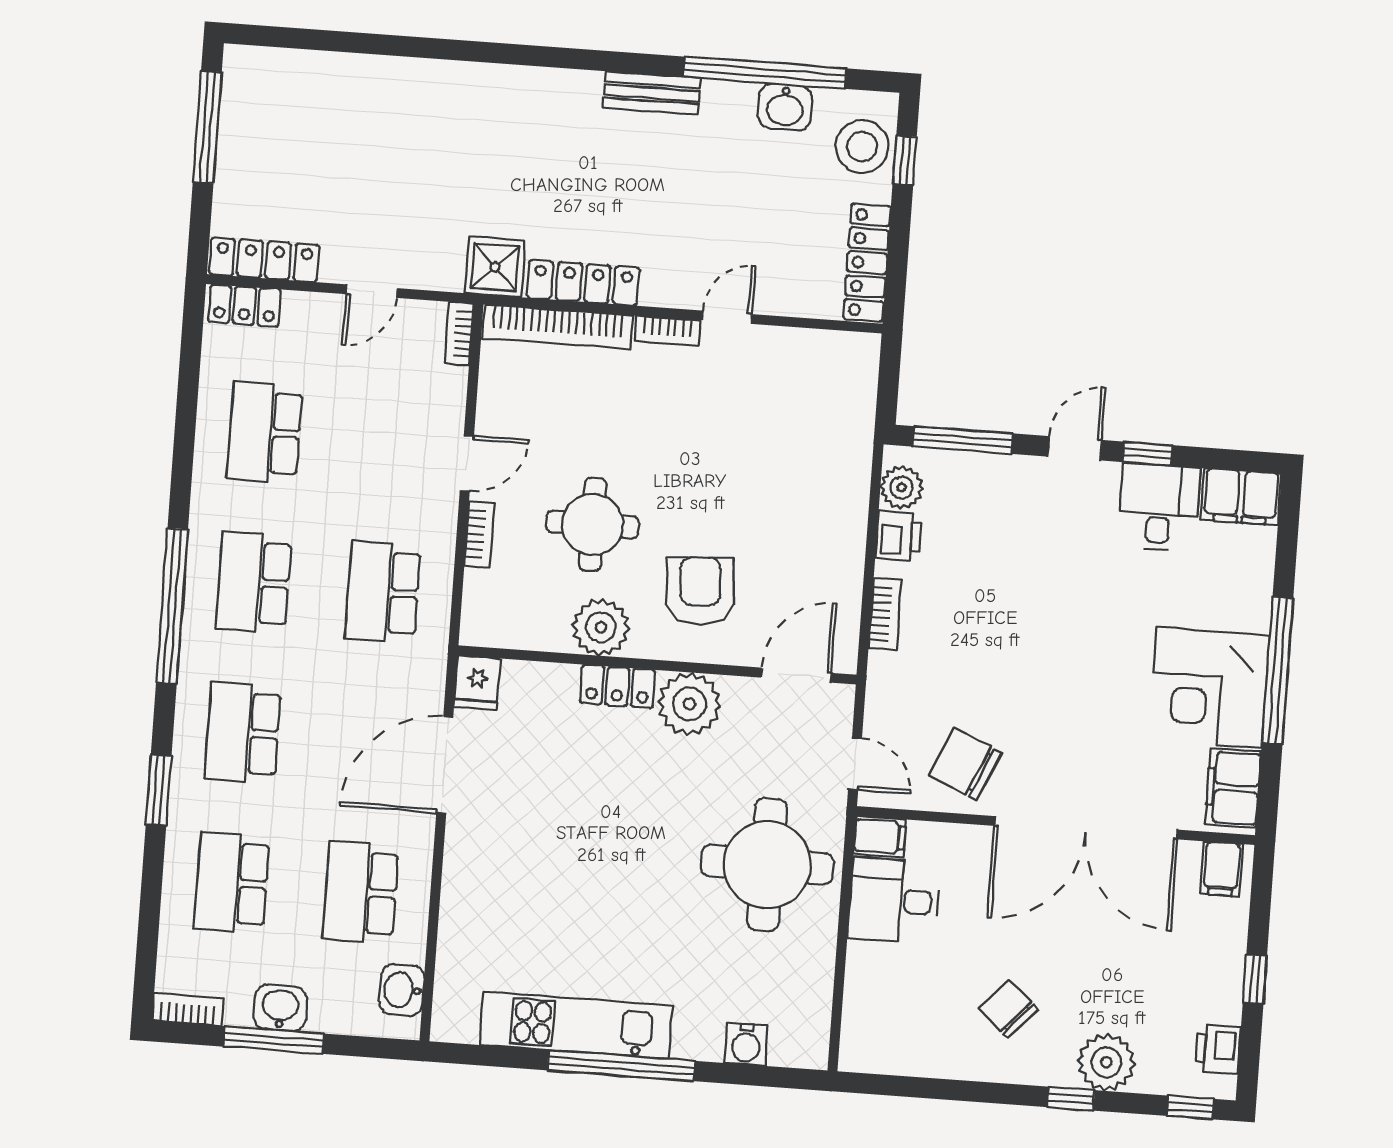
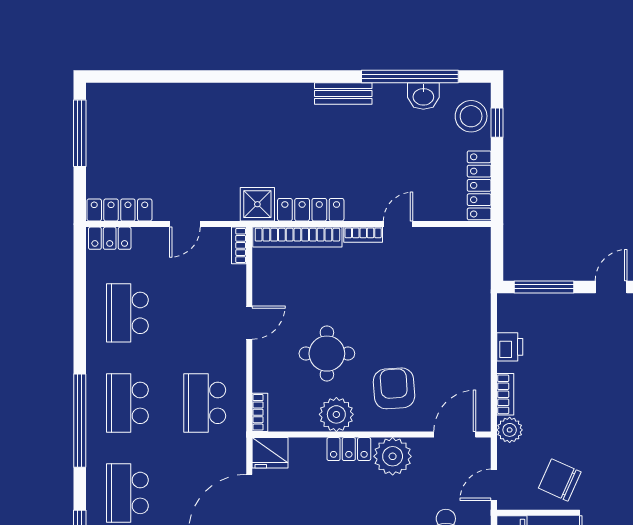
plant: (902, 487) -> (510, 430), moved
bookcase: (479, 534) -> (260, 412), moved
fridge: (477, 682) -> (270, 453), width x1.38
door: (855, 764) -> (494, 485), swing flipped

